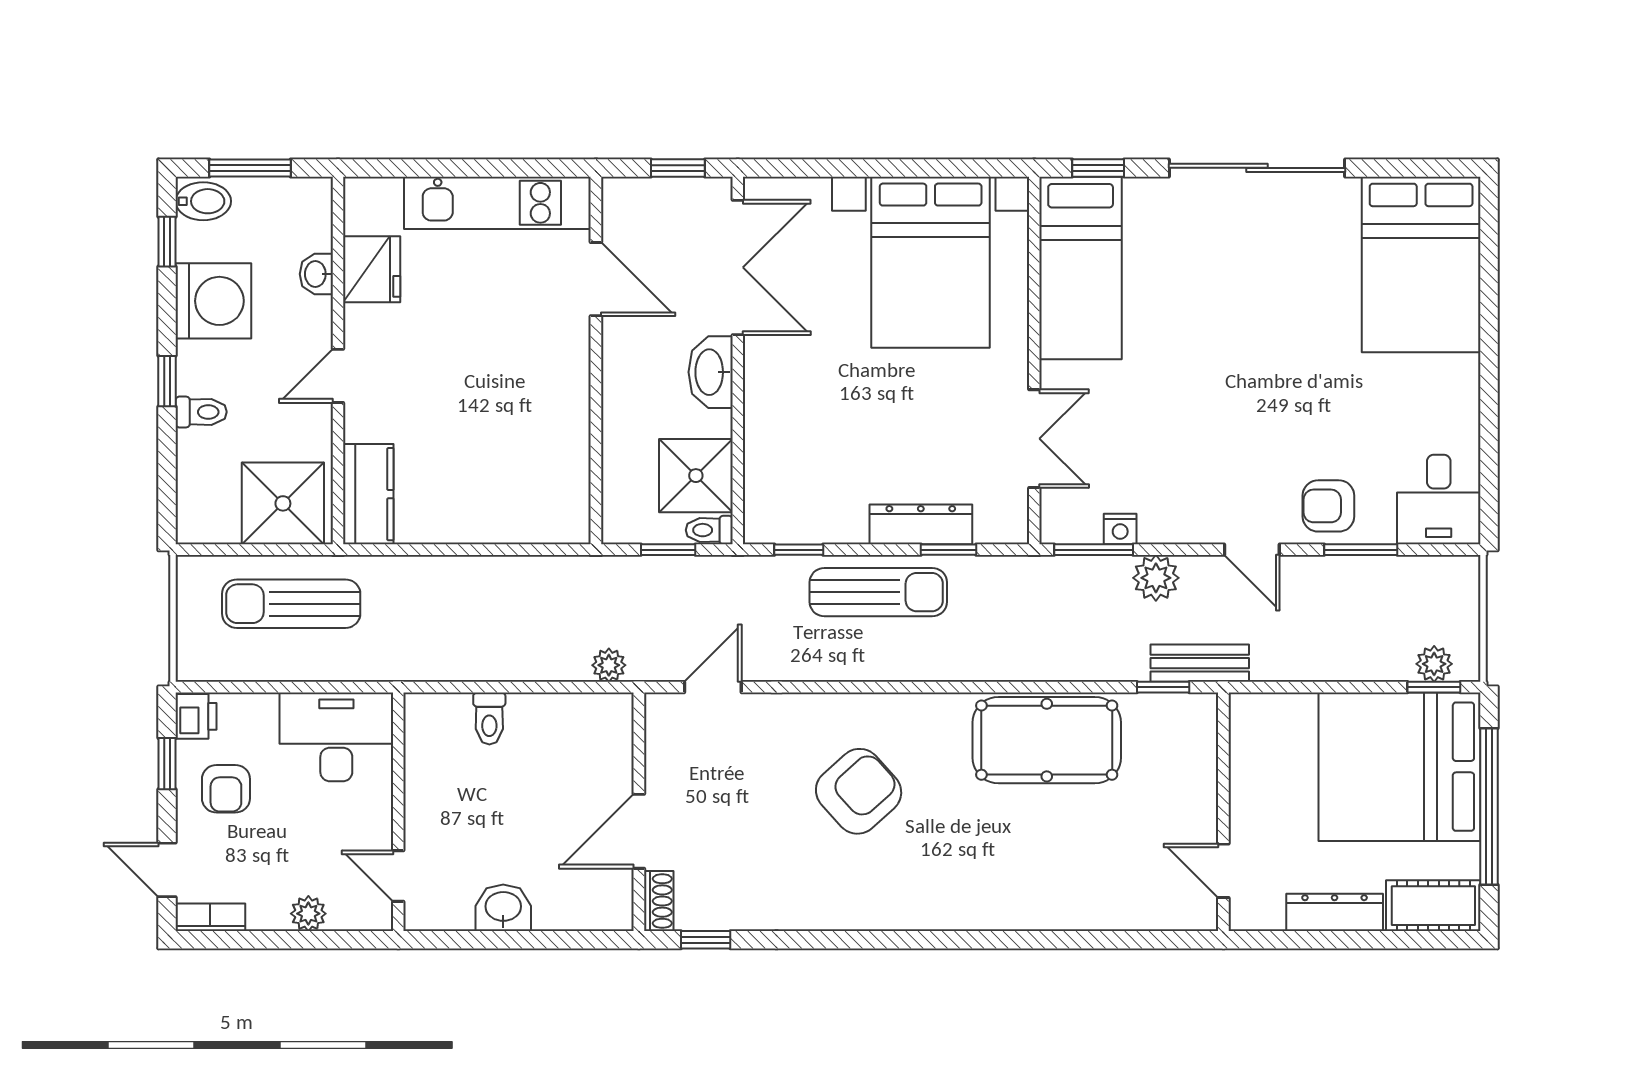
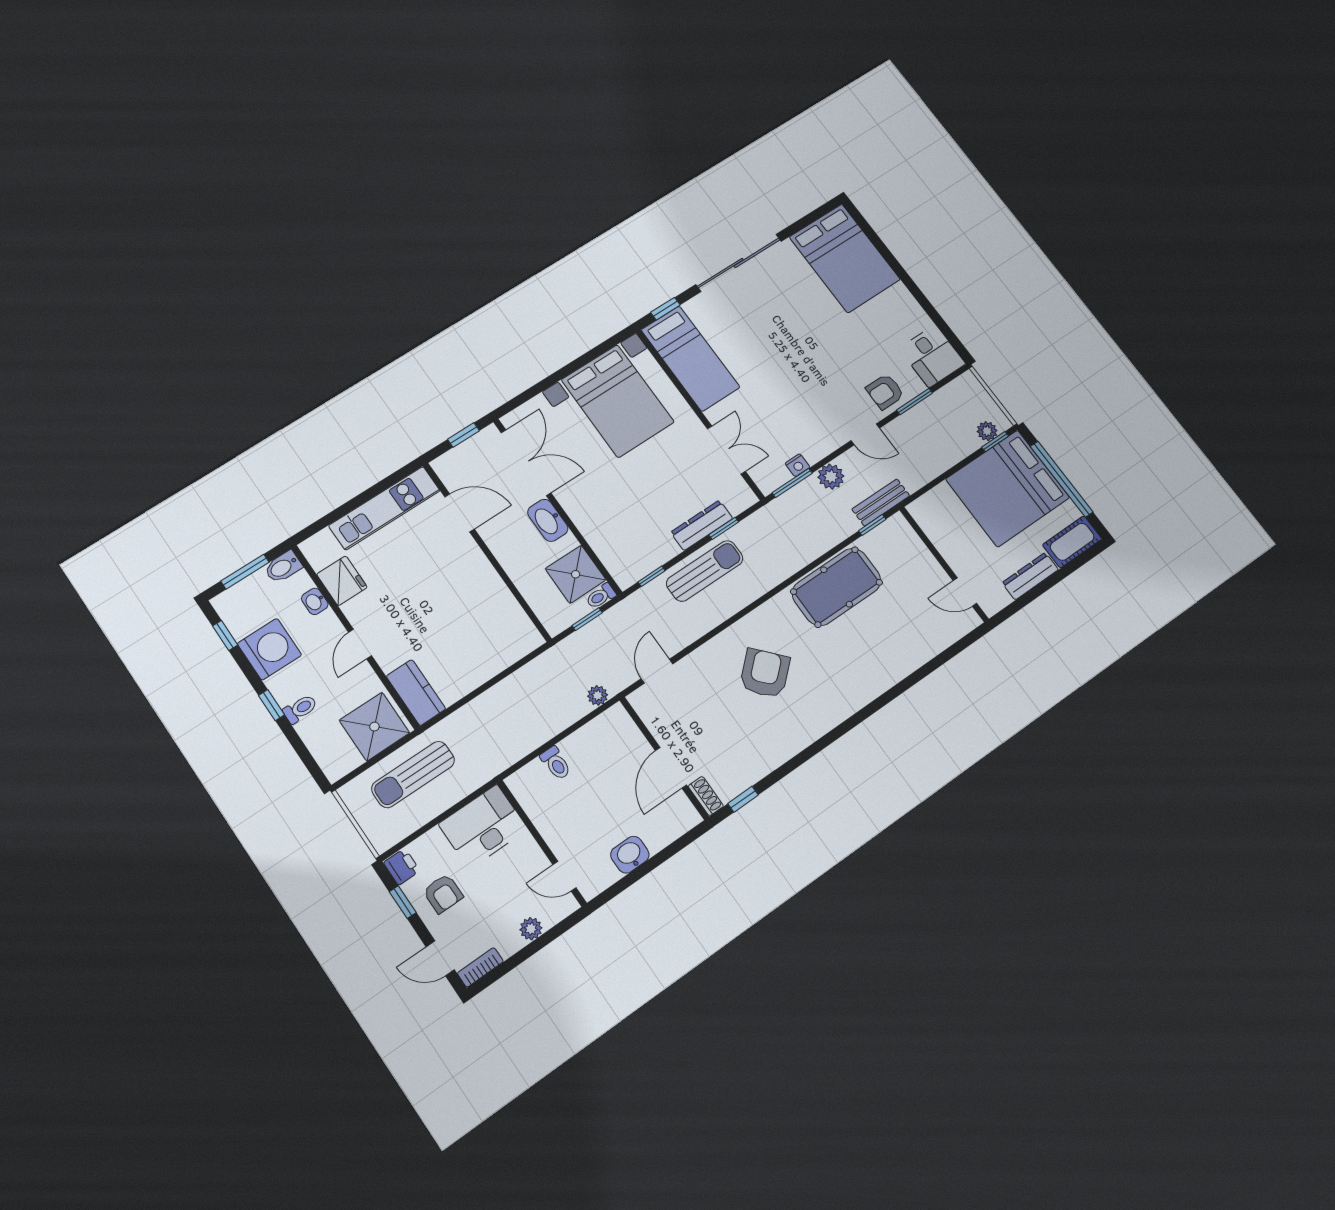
bidet: (203, 201) -> (283, 567), moved, turned 180

